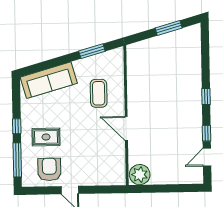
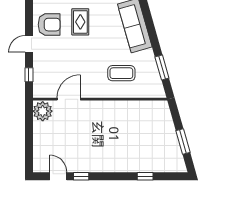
window: (206, 96) -> (145, 176), moved
door: (126, 129) -> (69, 99), moved
window: (102, 189) -> (29, 75), added

